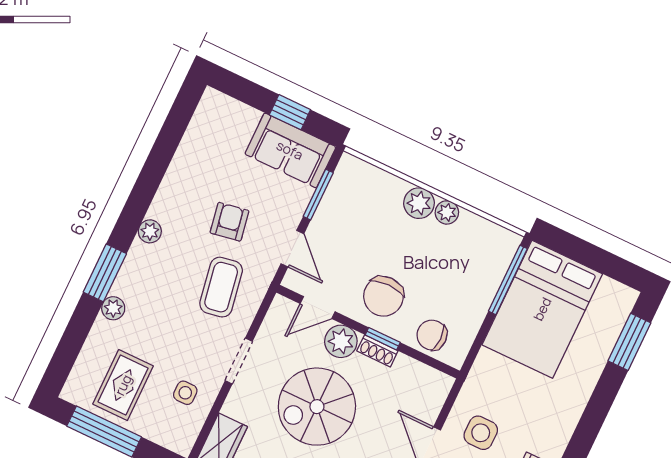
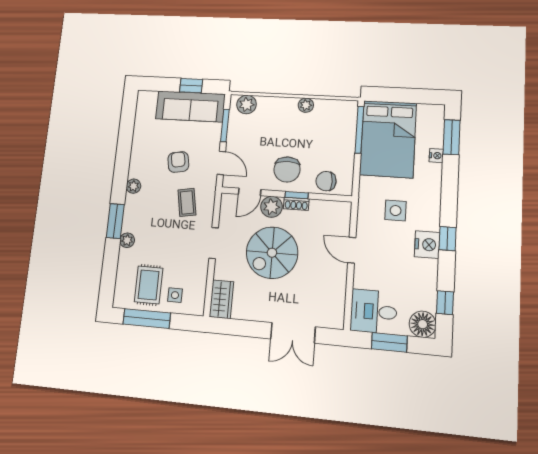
sofa: (290, 150) -> (190, 106), width x1.36
plant: (419, 203) -> (247, 104), moved
coffee table: (221, 287) -> (187, 202), width x0.73, depth x0.77
nightstand: (598, 359) -> (436, 156), added
side table: (185, 393) -> (175, 295), moved
side table: (481, 433) -> (396, 211), moved

